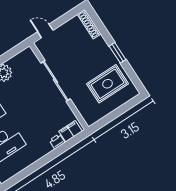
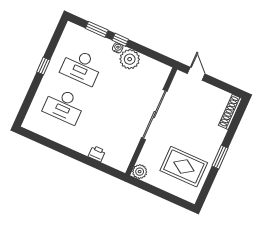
plant: (90, 119) -> (140, 172), added
filing cabinet: (71, 131) -> (115, 160), removed

